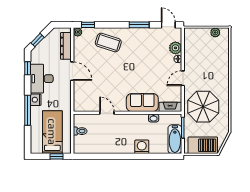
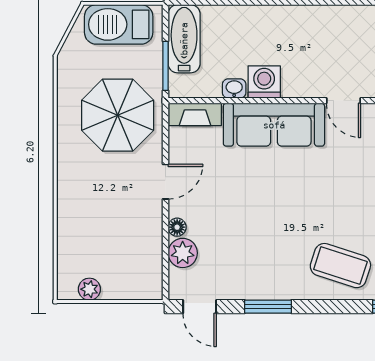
sofa: (142, 103) -> (274, 125), width x1.36
washing machine: (142, 147) -> (264, 82), moved, turned 180

